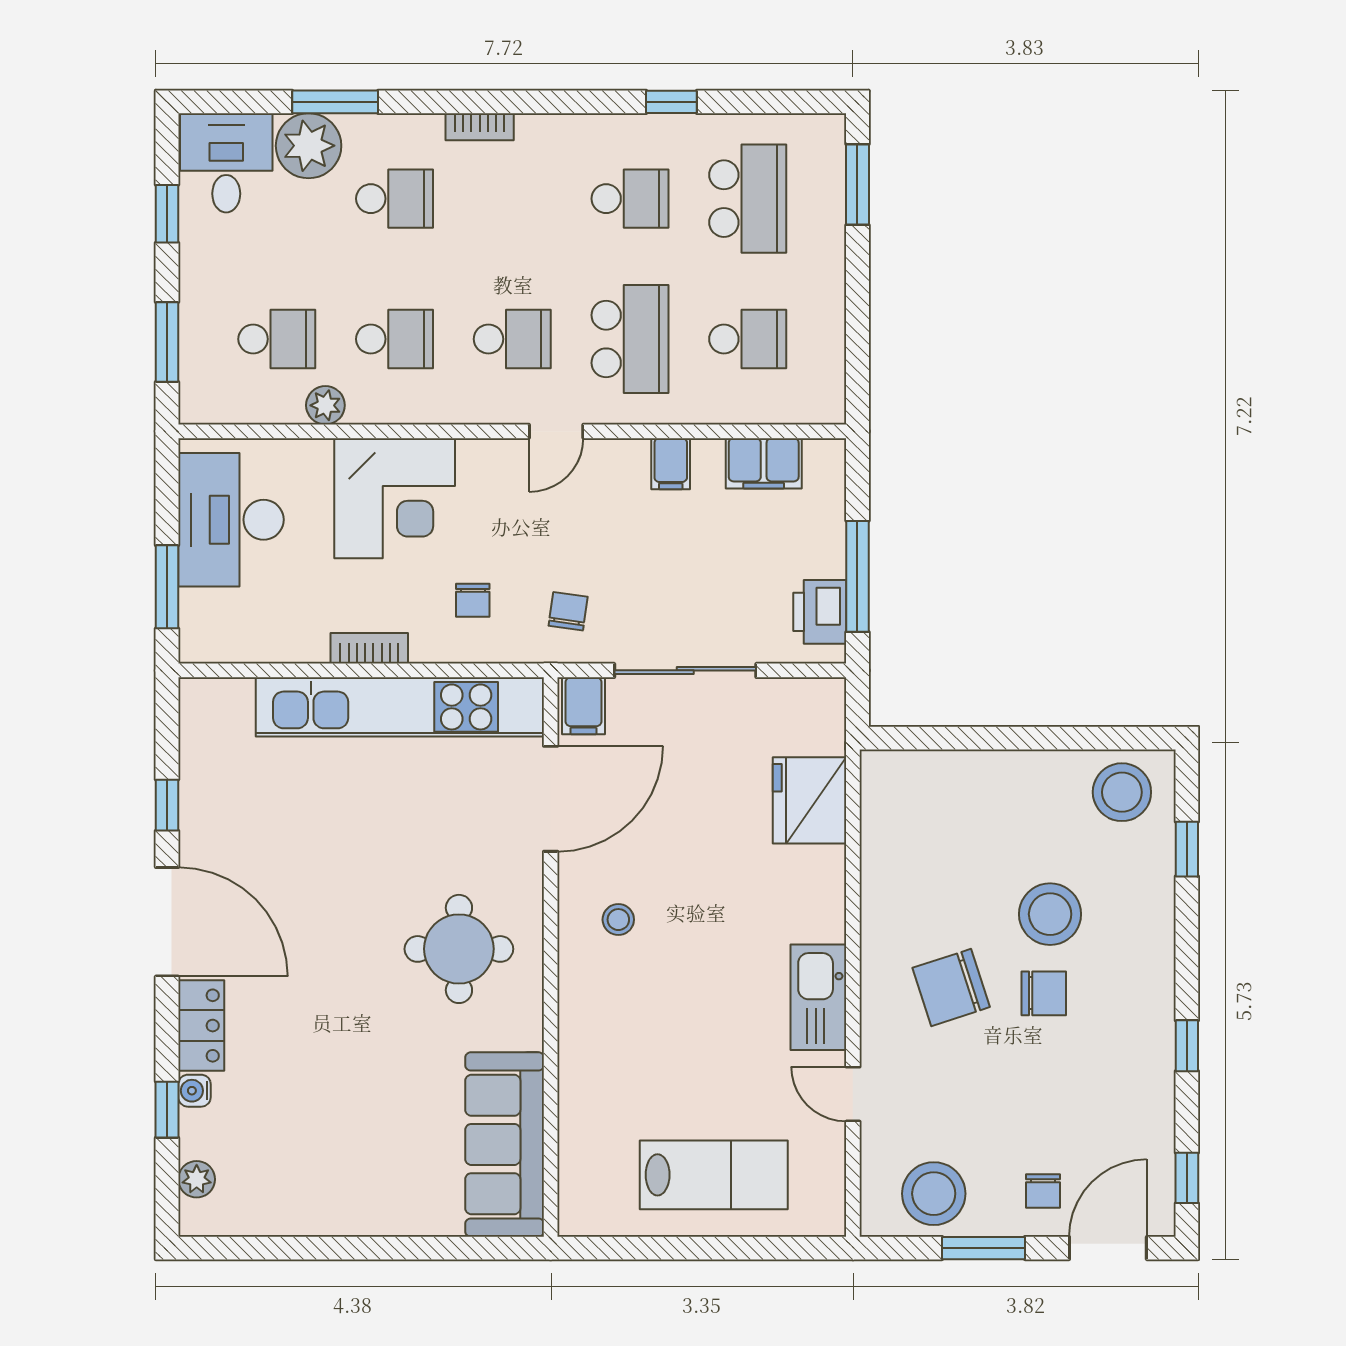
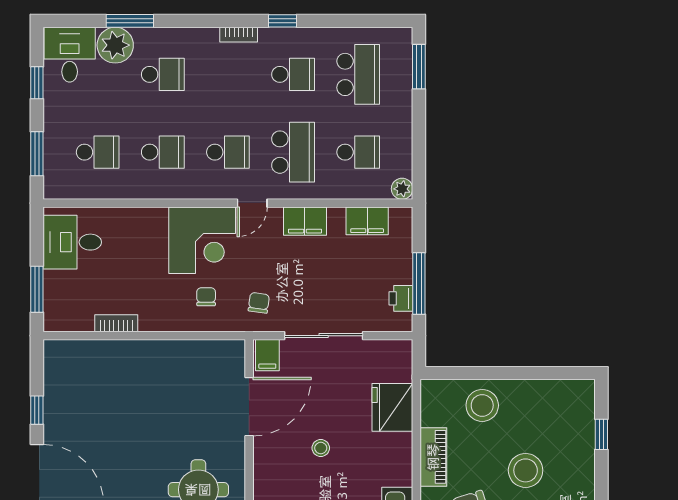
window: (671, 102) -> (283, 21), moved
bookcase: (480, 127) -> (239, 35), moved
plant: (325, 405) -> (402, 189), moved
filing cabinet: (671, 464) -> (305, 221), width x2.00
corner desk: (395, 498) -> (202, 240), moved
desk: (231, 520) -> (72, 242), width x0.73
chair: (473, 600) -> (206, 297), turned 180
printer: (820, 612) -> (401, 298), width x0.73, depth x0.81
bookcase: (369, 648) -> (116, 323), moved
kitchen unit: (400, 707) -> (166, 356), removed
stool: (1122, 792) -> (482, 405), moved
piano: (884, 890) -> (433, 457), added
stool: (618, 920) -> (321, 448), moved

